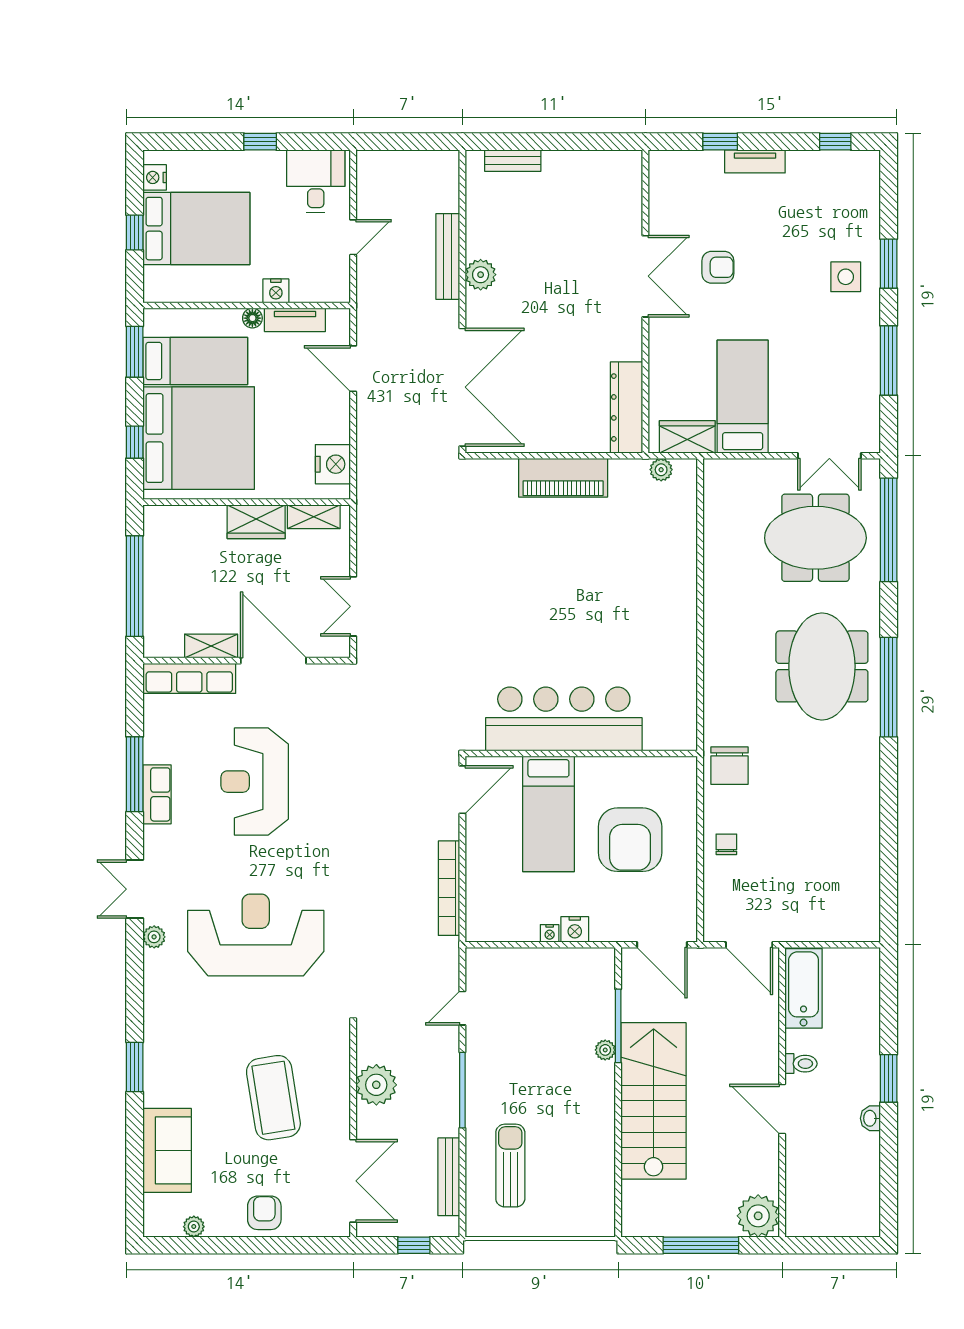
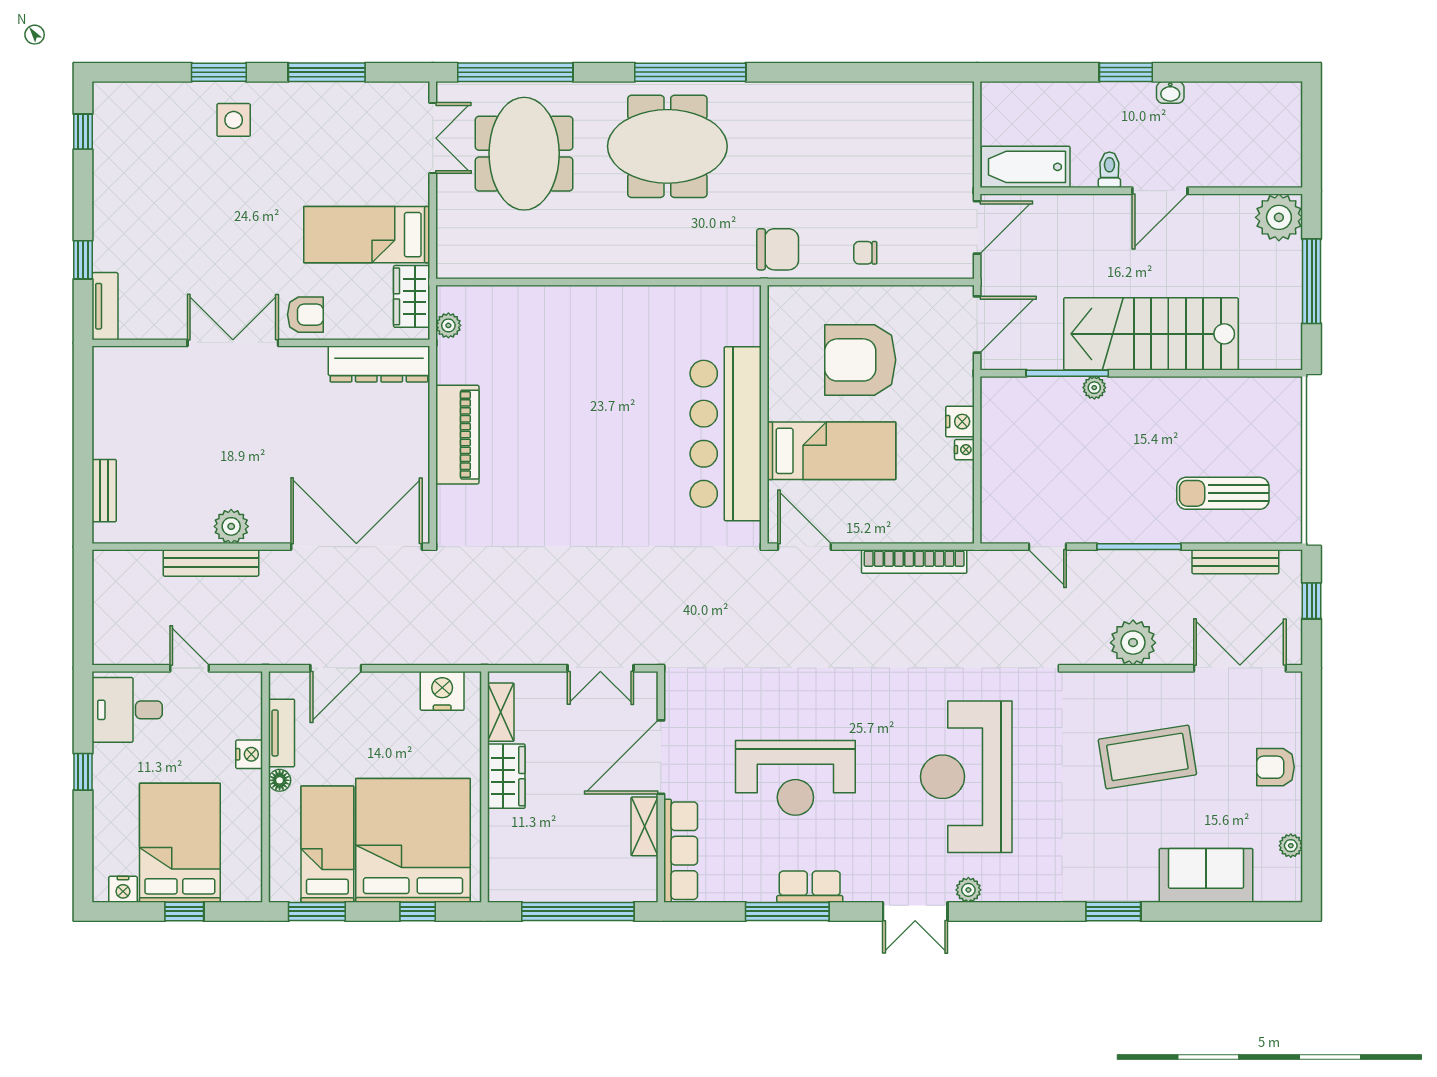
tv unit: (755, 161) -> (105, 306), moved
armchair: (718, 267) -> (305, 315), moved, turned 90
armchair: (630, 840) -> (860, 360), turned 180

